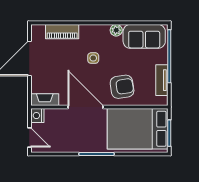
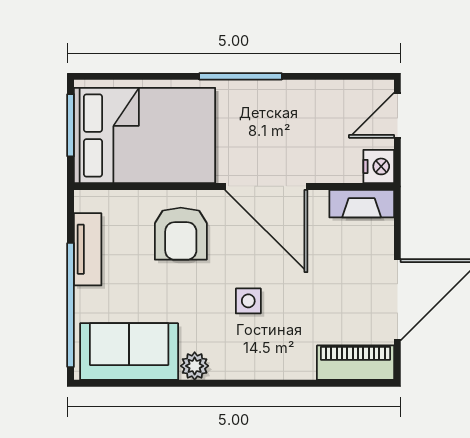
piano: (62, 32) -> (355, 363), moved
armchair: (122, 87) -> (181, 234), turned -81
door: (29, 137) -> (397, 115), hinge flipped

